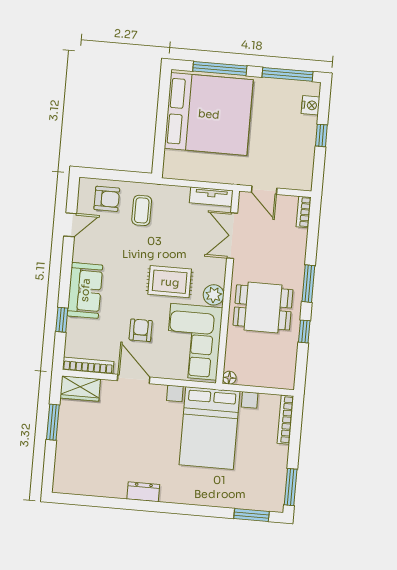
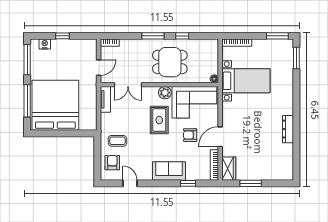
dining table: (263, 307) -> (170, 62), turned 90
bed with nightstands: (210, 428) -> (246, 81), width x0.73
dresser: (143, 492) -> (288, 129), width x1.44

